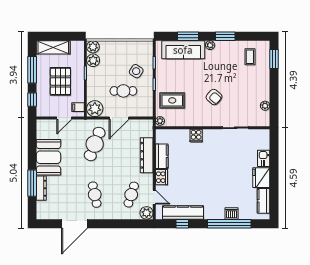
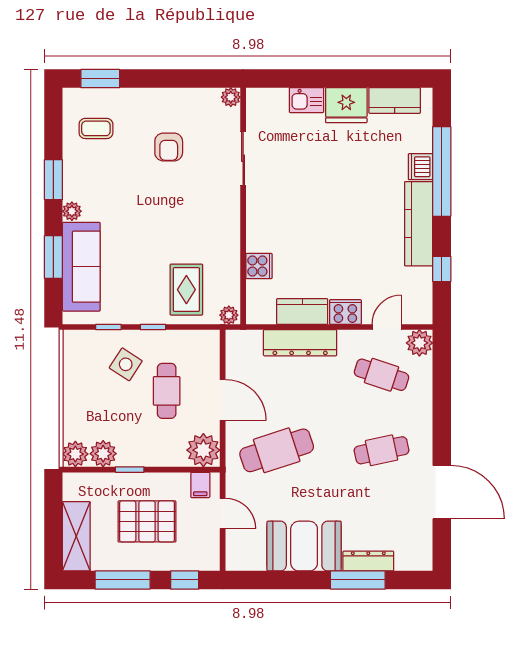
armchair: (214, 97) -> (169, 147), moved, turned 139
plant: (265, 106) -> (231, 97), moved
cooker: (196, 135) -> (259, 266), moved
cafe table: (95, 144) -> (277, 450), turned -39
kitchen counter: (183, 213) -> (419, 224), moved

